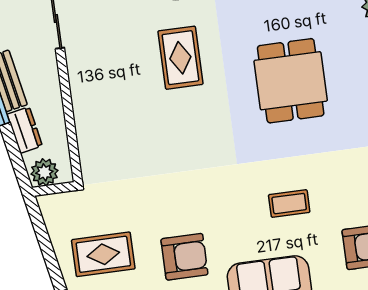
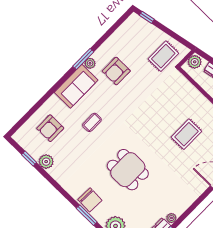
rug: (180, 58) -> (186, 134), moved, turned 90
rug: (103, 254) -> (163, 56), moved

